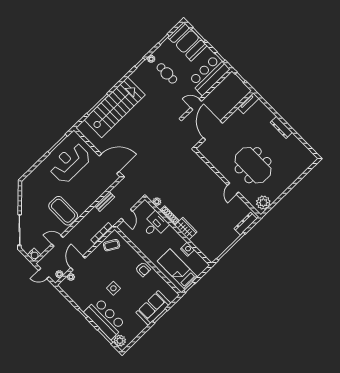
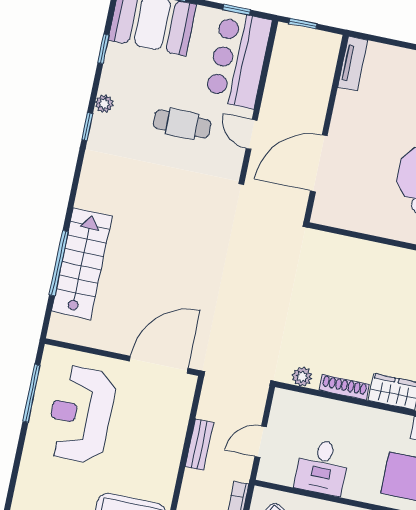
cafe table: (167, 73) -> (182, 124), moved
door: (196, 104) -> (252, 134), hinge flipped
stairs: (115, 107) -> (82, 264), width x0.73, depth x0.66
door: (213, 130) -> (319, 163), hinge flipped
door: (127, 215) -> (261, 442), swing flipped
desk: (155, 225) -> (322, 467), moved, turned 180

